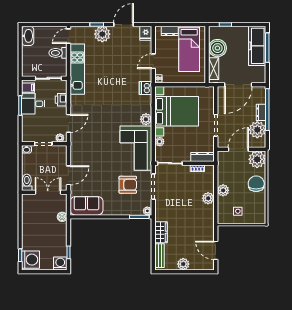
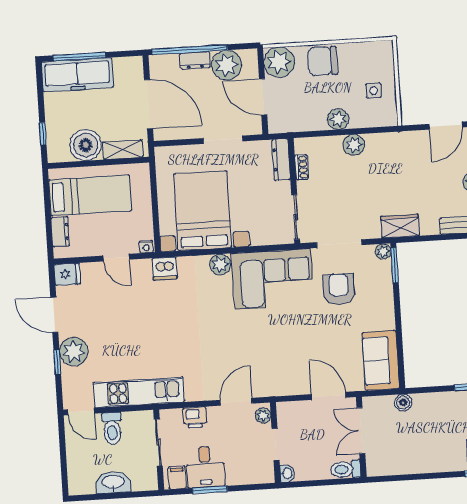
washbasin: (28, 36) -> (113, 482), moved
door: (68, 123) -> (236, 402), hinge flipped
plant: (160, 142) -> (258, 238), removed
wardrobe: (161, 232) -> (400, 226), moved

